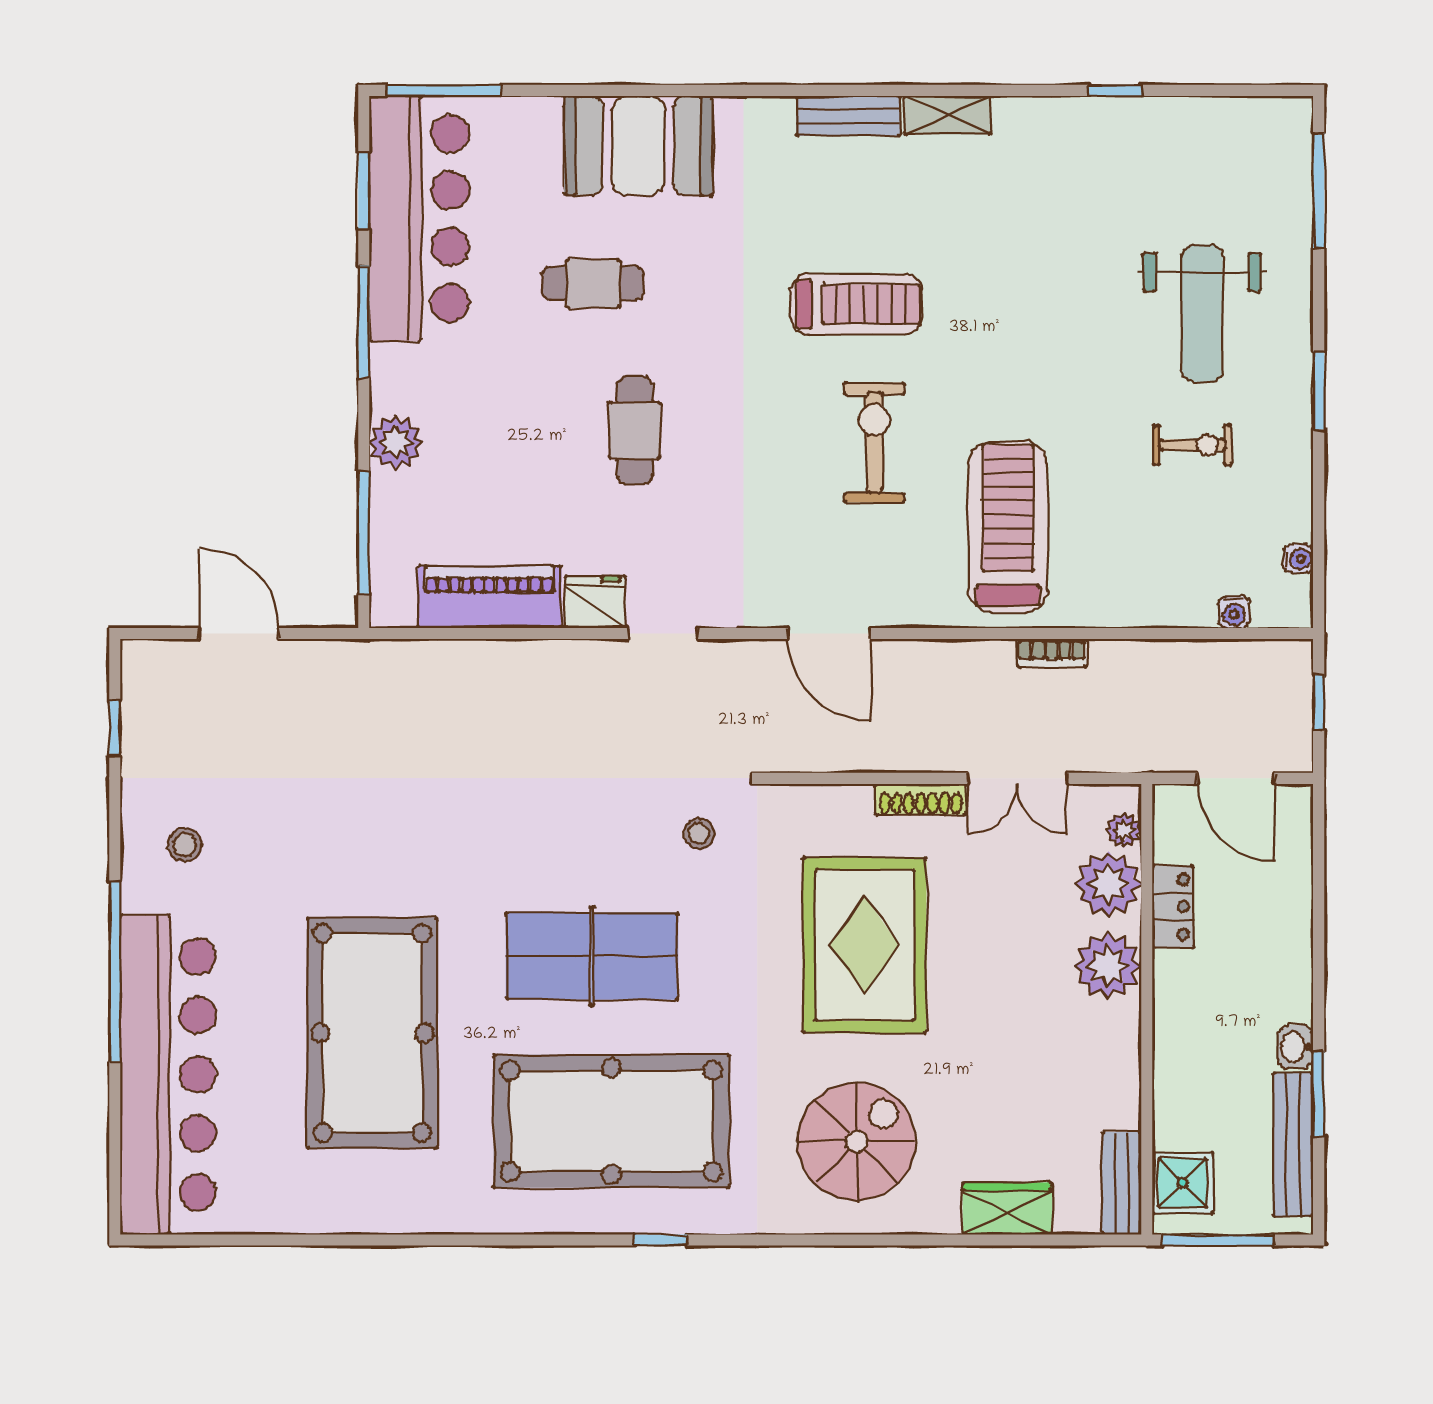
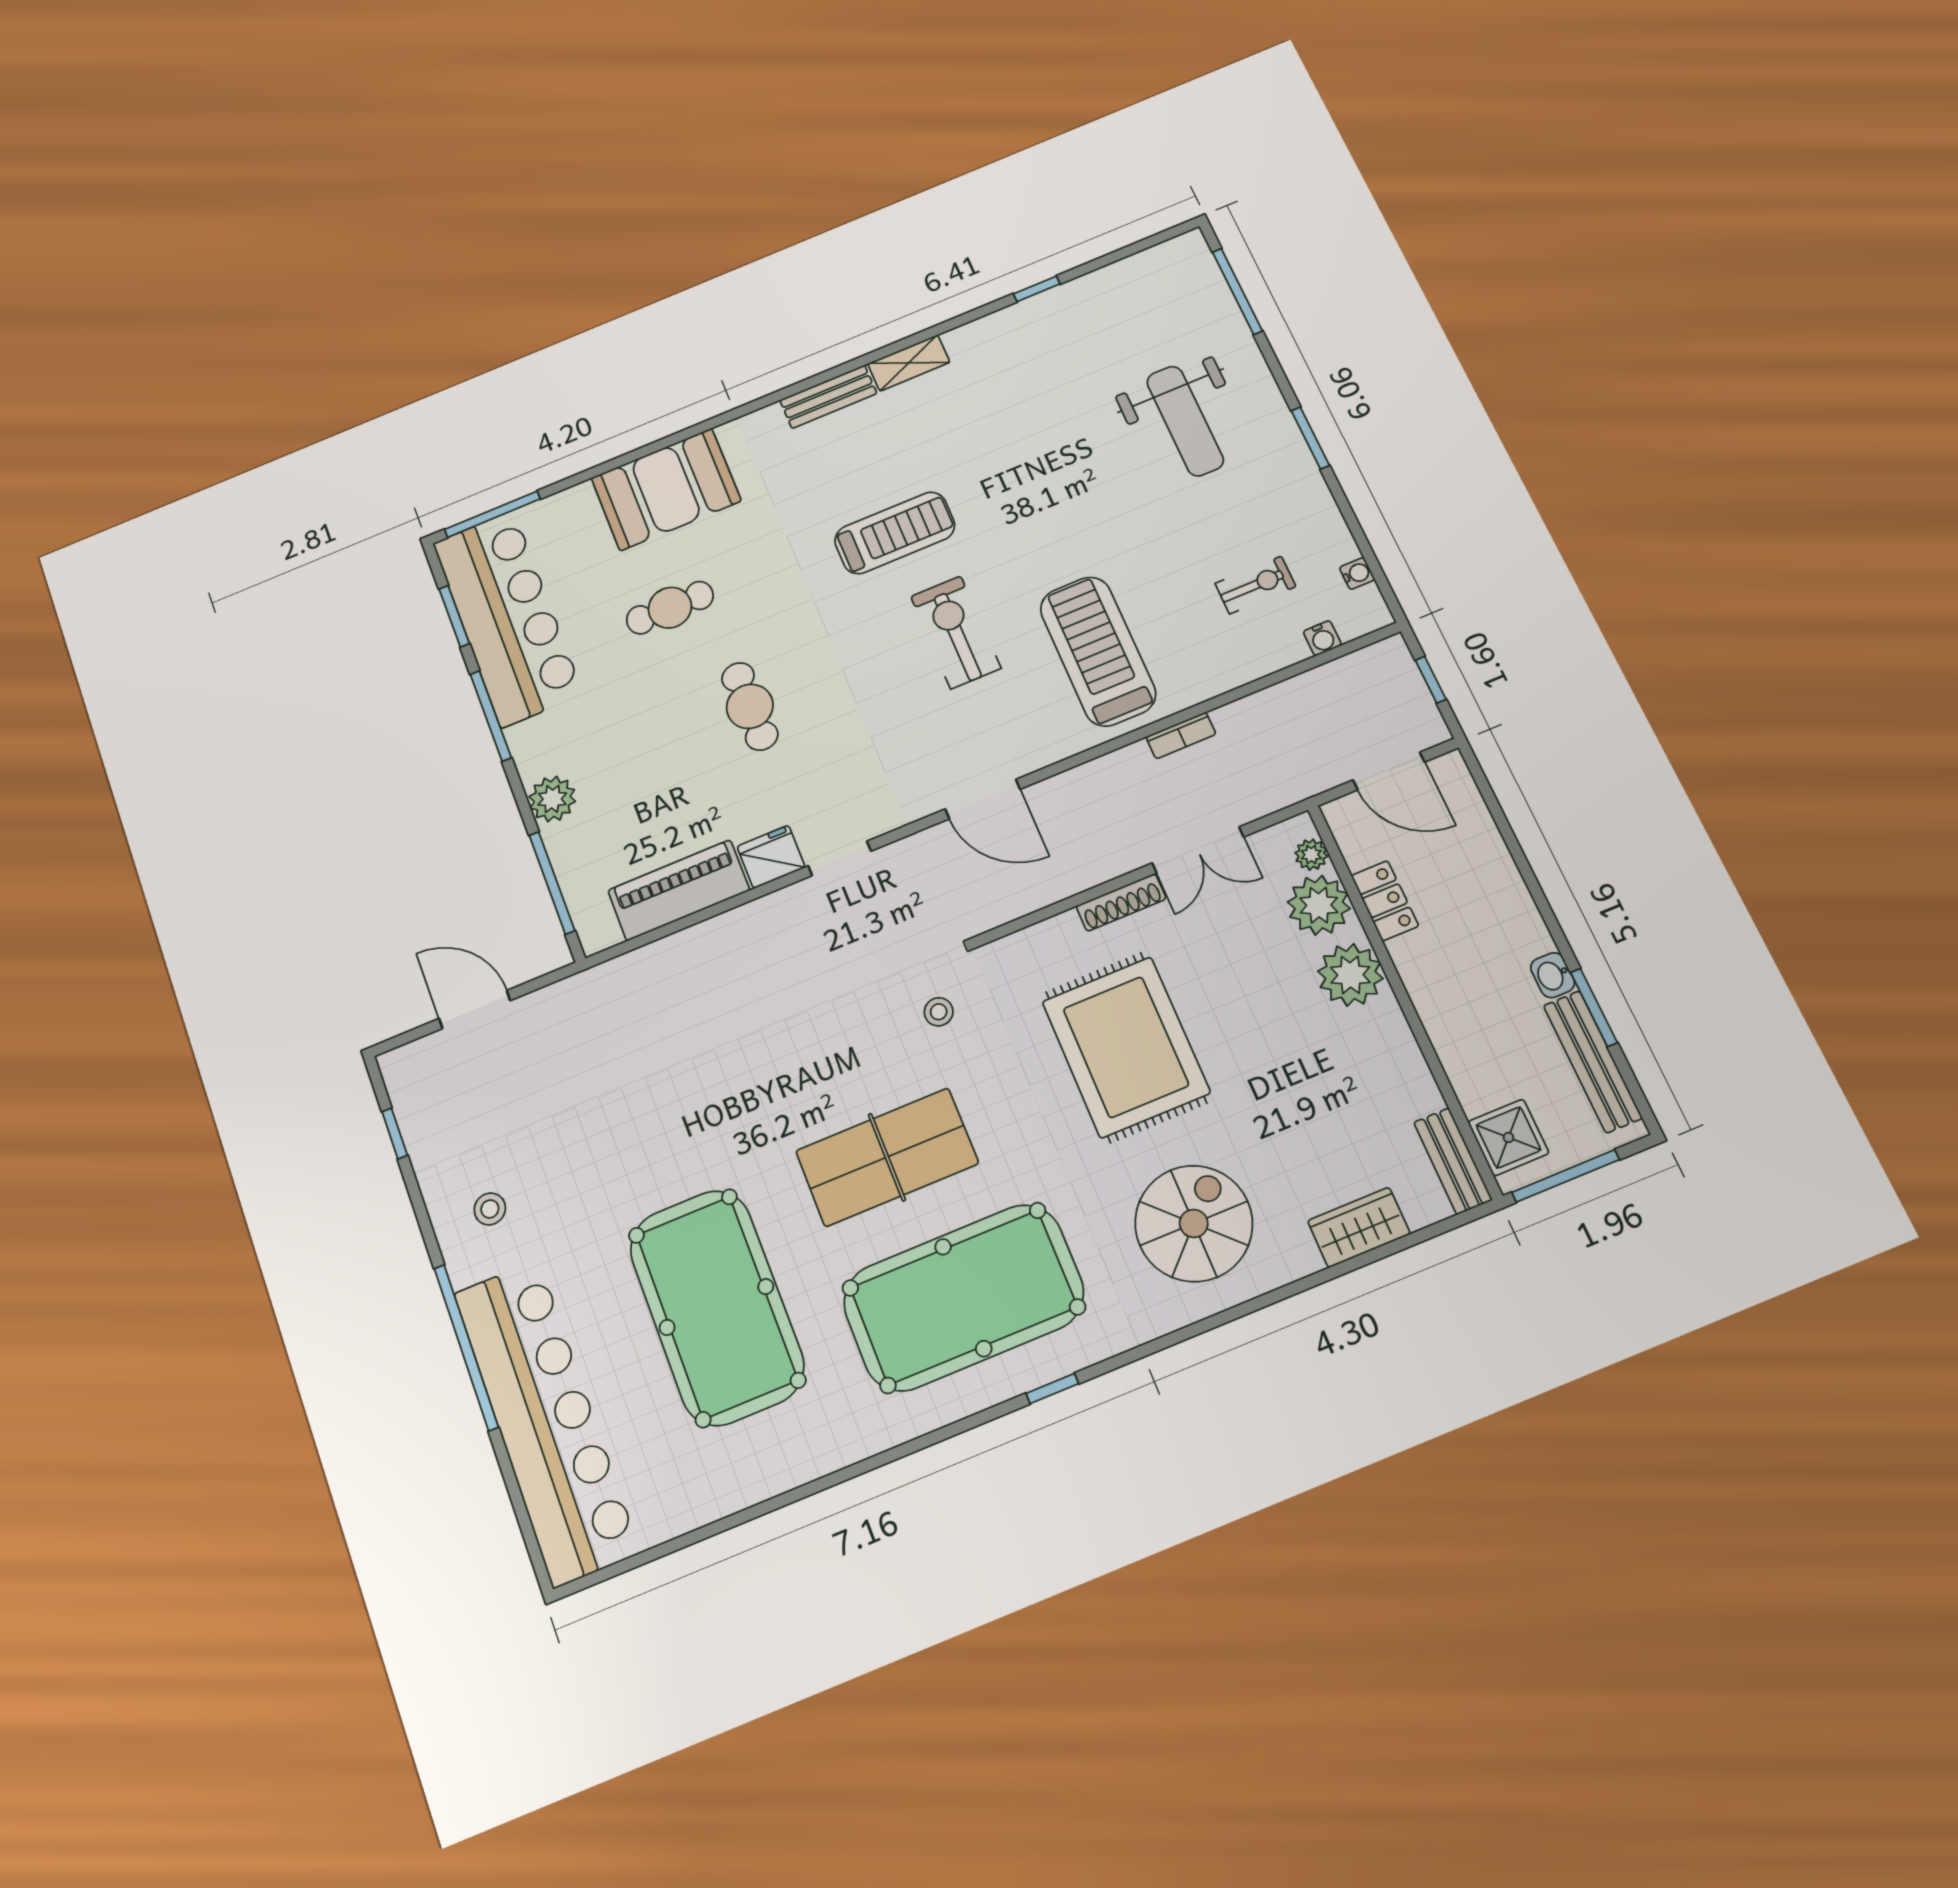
exercise bike: (1192, 445) -> (1255, 585), moved

